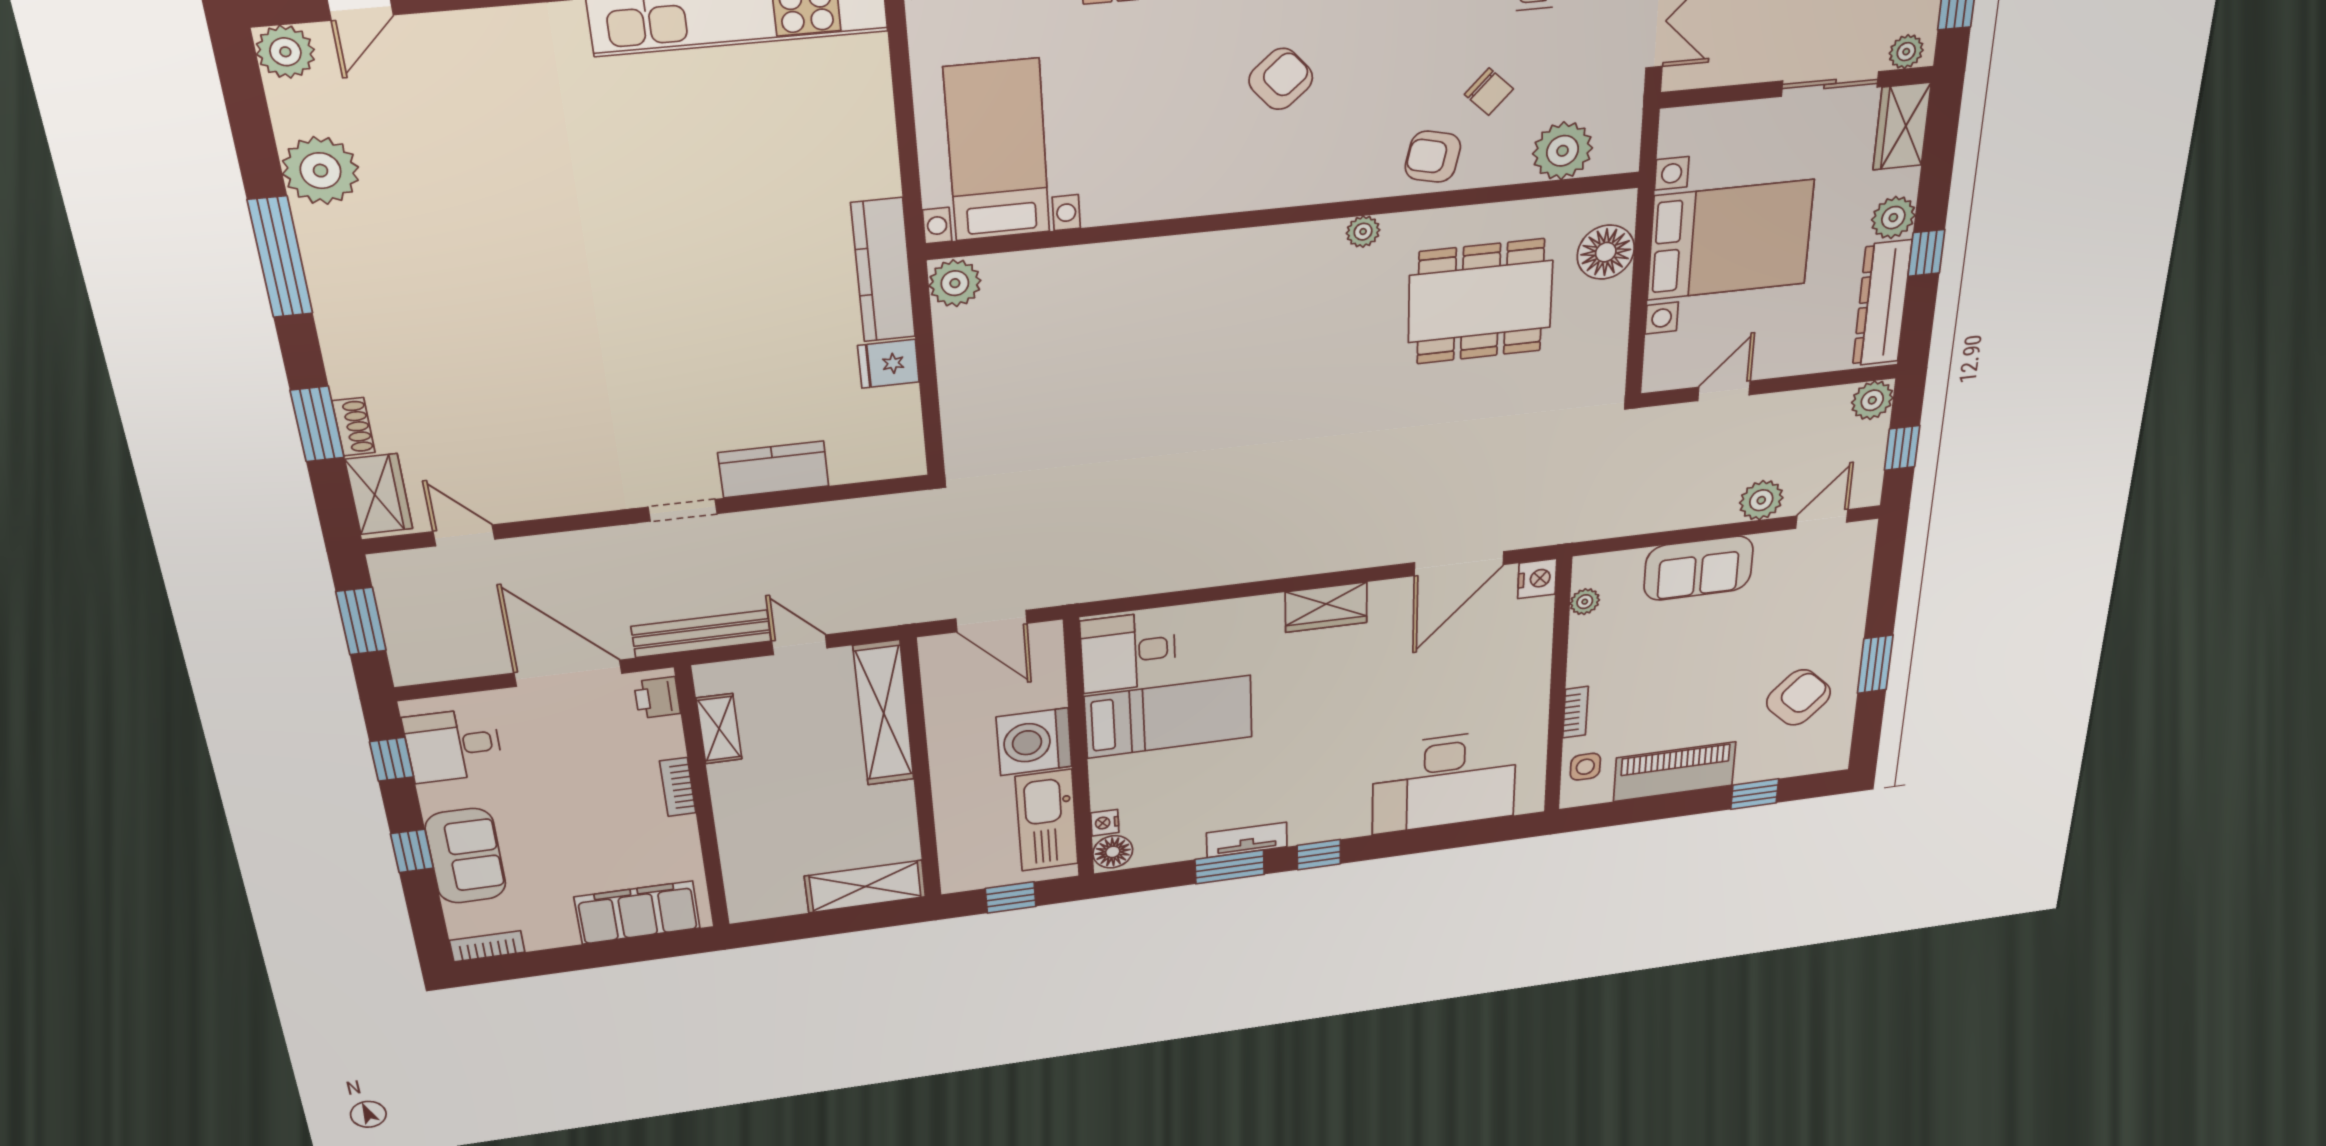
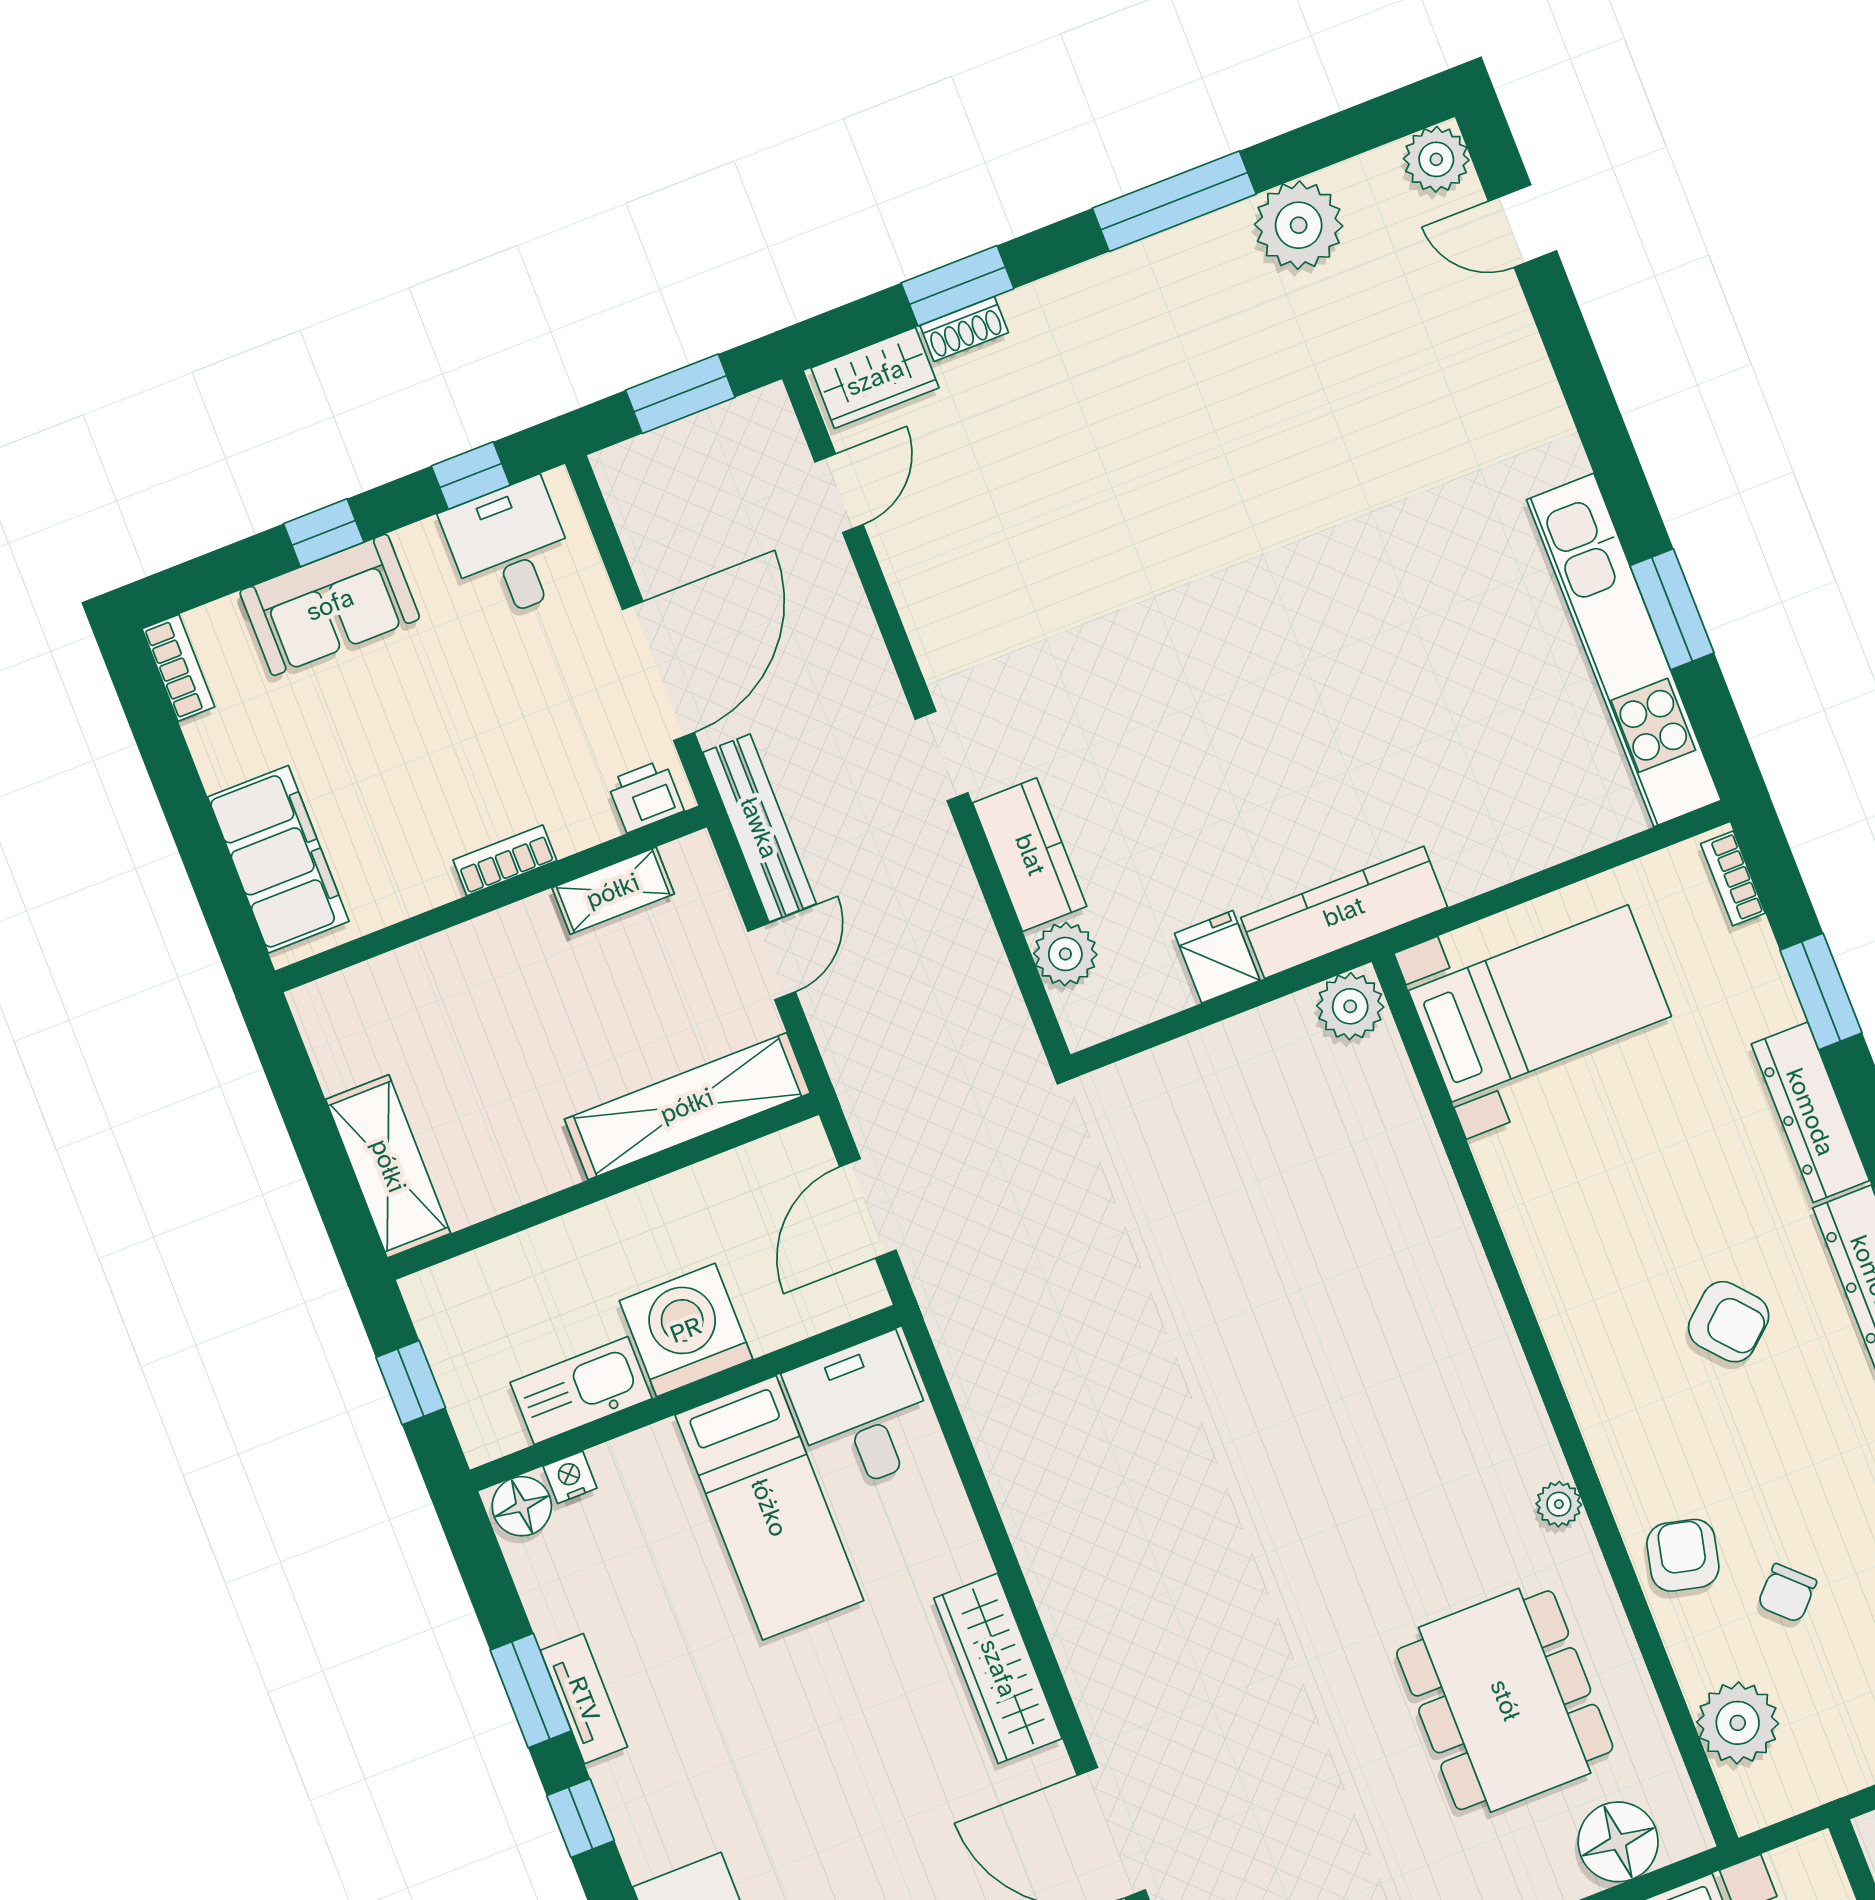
plant: (854, 462) -> (1065, 954), added
wardrobe: (1326, 607) -> (998, 1668), width x1.50
kitchen sink: (1047, 820) -> (581, 1391), width x0.73, depth x0.81

